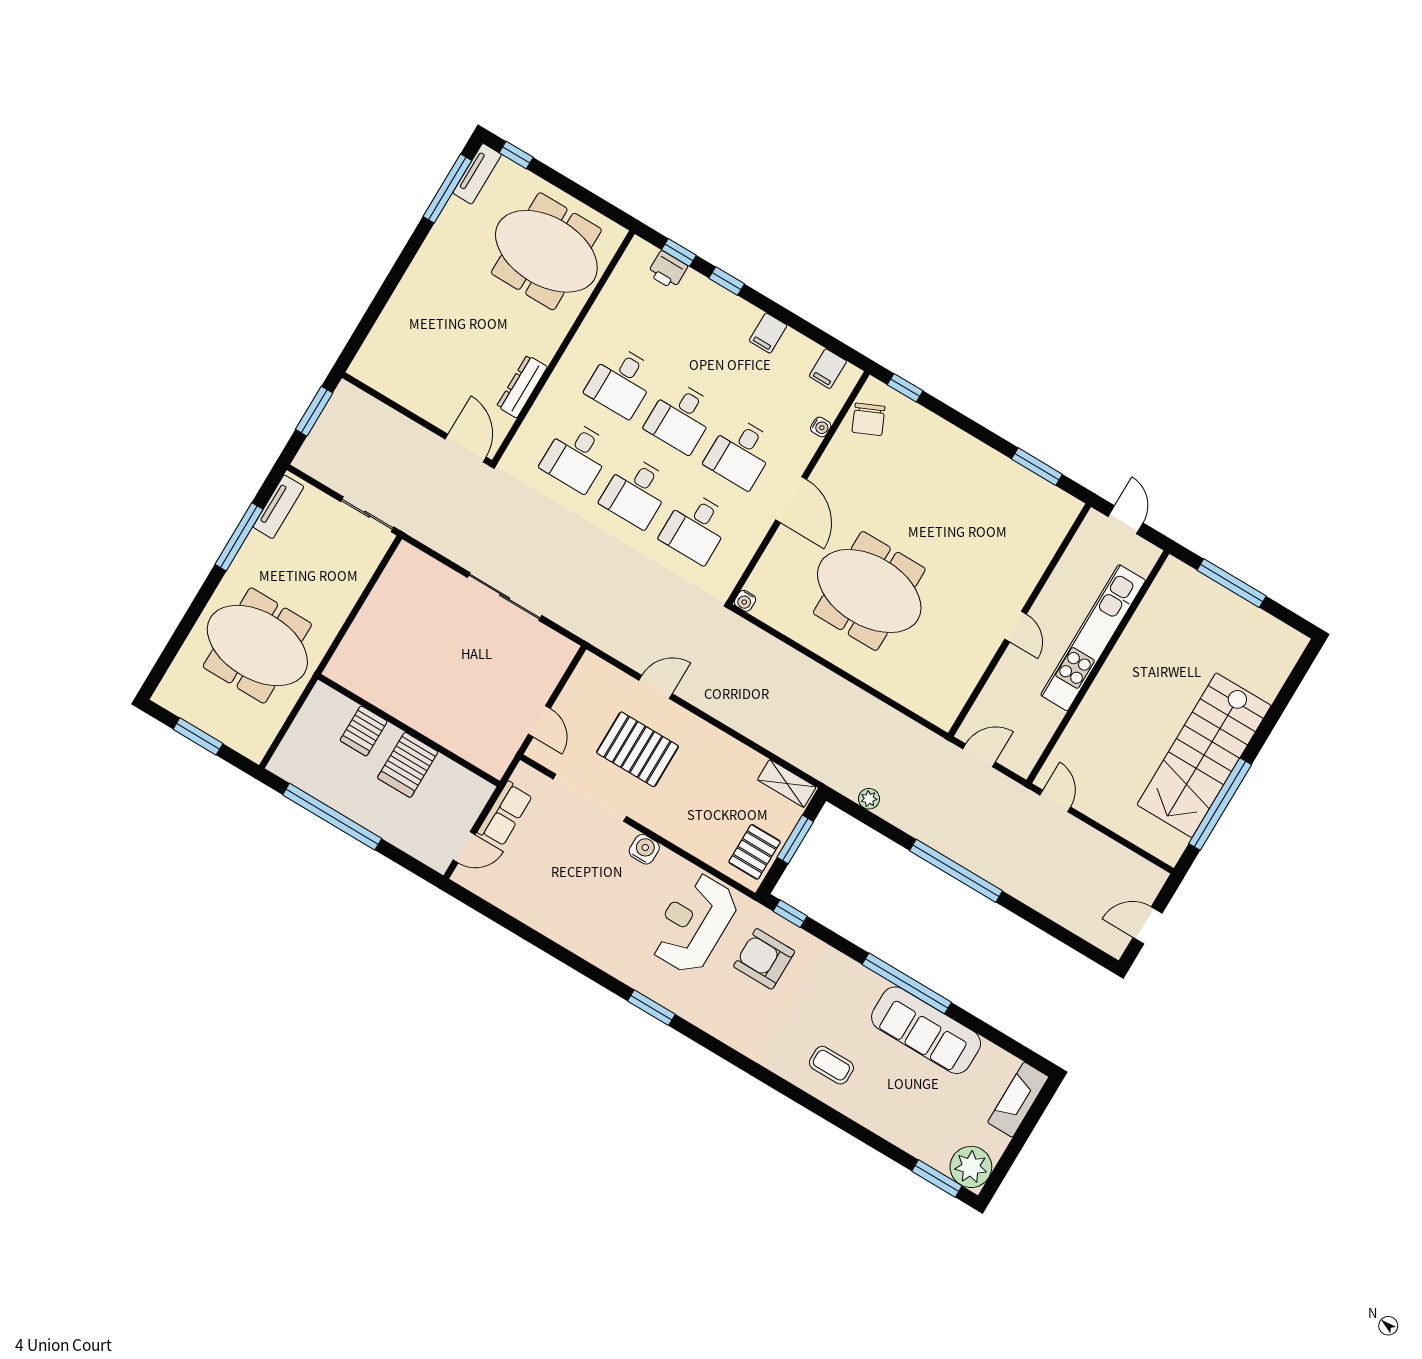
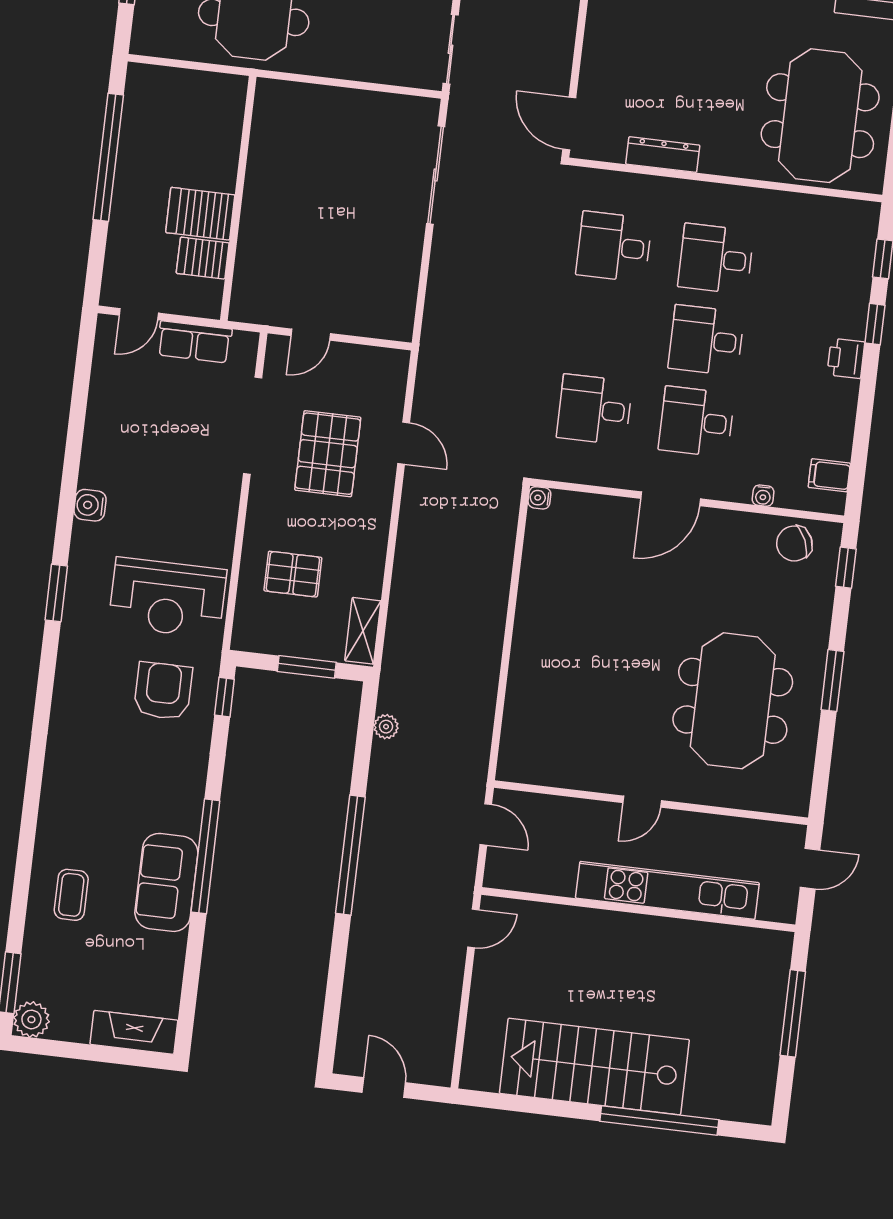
printer: (667, 270) -> (846, 358), moved
filing cabinet: (768, 333) -> (839, 394), removed
door: (466, 448) -> (569, 124), swing flipped
window: (1037, 467) -> (832, 681), moved
desk: (636, 492) -> (604, 328), removed
meeting table: (869, 591) -> (733, 701), moved
sliding door: (505, 597) -> (436, 175), moved
server rack: (364, 731) -> (203, 258), moved
window: (1220, 804) -> (659, 1120), moved
door: (464, 847) -> (139, 314), hinge flipped
water cooler: (644, 849) -> (90, 505), moved, turned 180
pallet: (755, 852) -> (293, 574), moved
reception desk: (694, 923) -> (168, 598), turned 180
sofa: (926, 1030) -> (166, 882), width x0.73
coffee table: (831, 1065) -> (71, 895), moved
plant: (971, 1167) -> (31, 1019), width x0.73, depth x0.73

